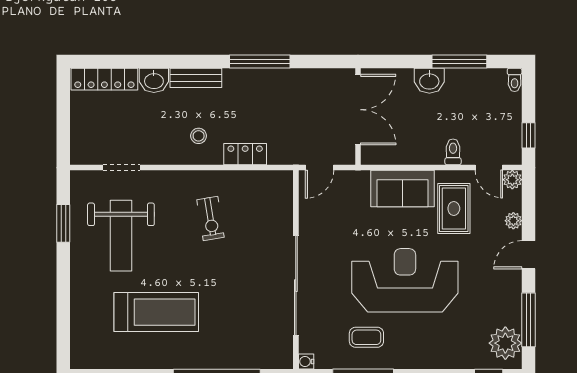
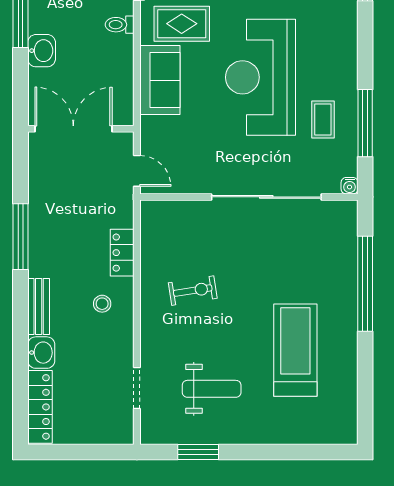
weight bench: (121, 236) -> (212, 389), width x0.73, depth x0.75

